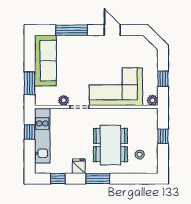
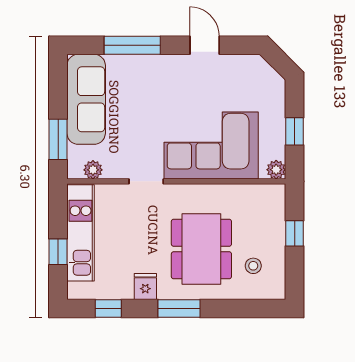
plant: (64, 100) -> (93, 170), moved
window: (30, 132) -> (58, 252), moved

